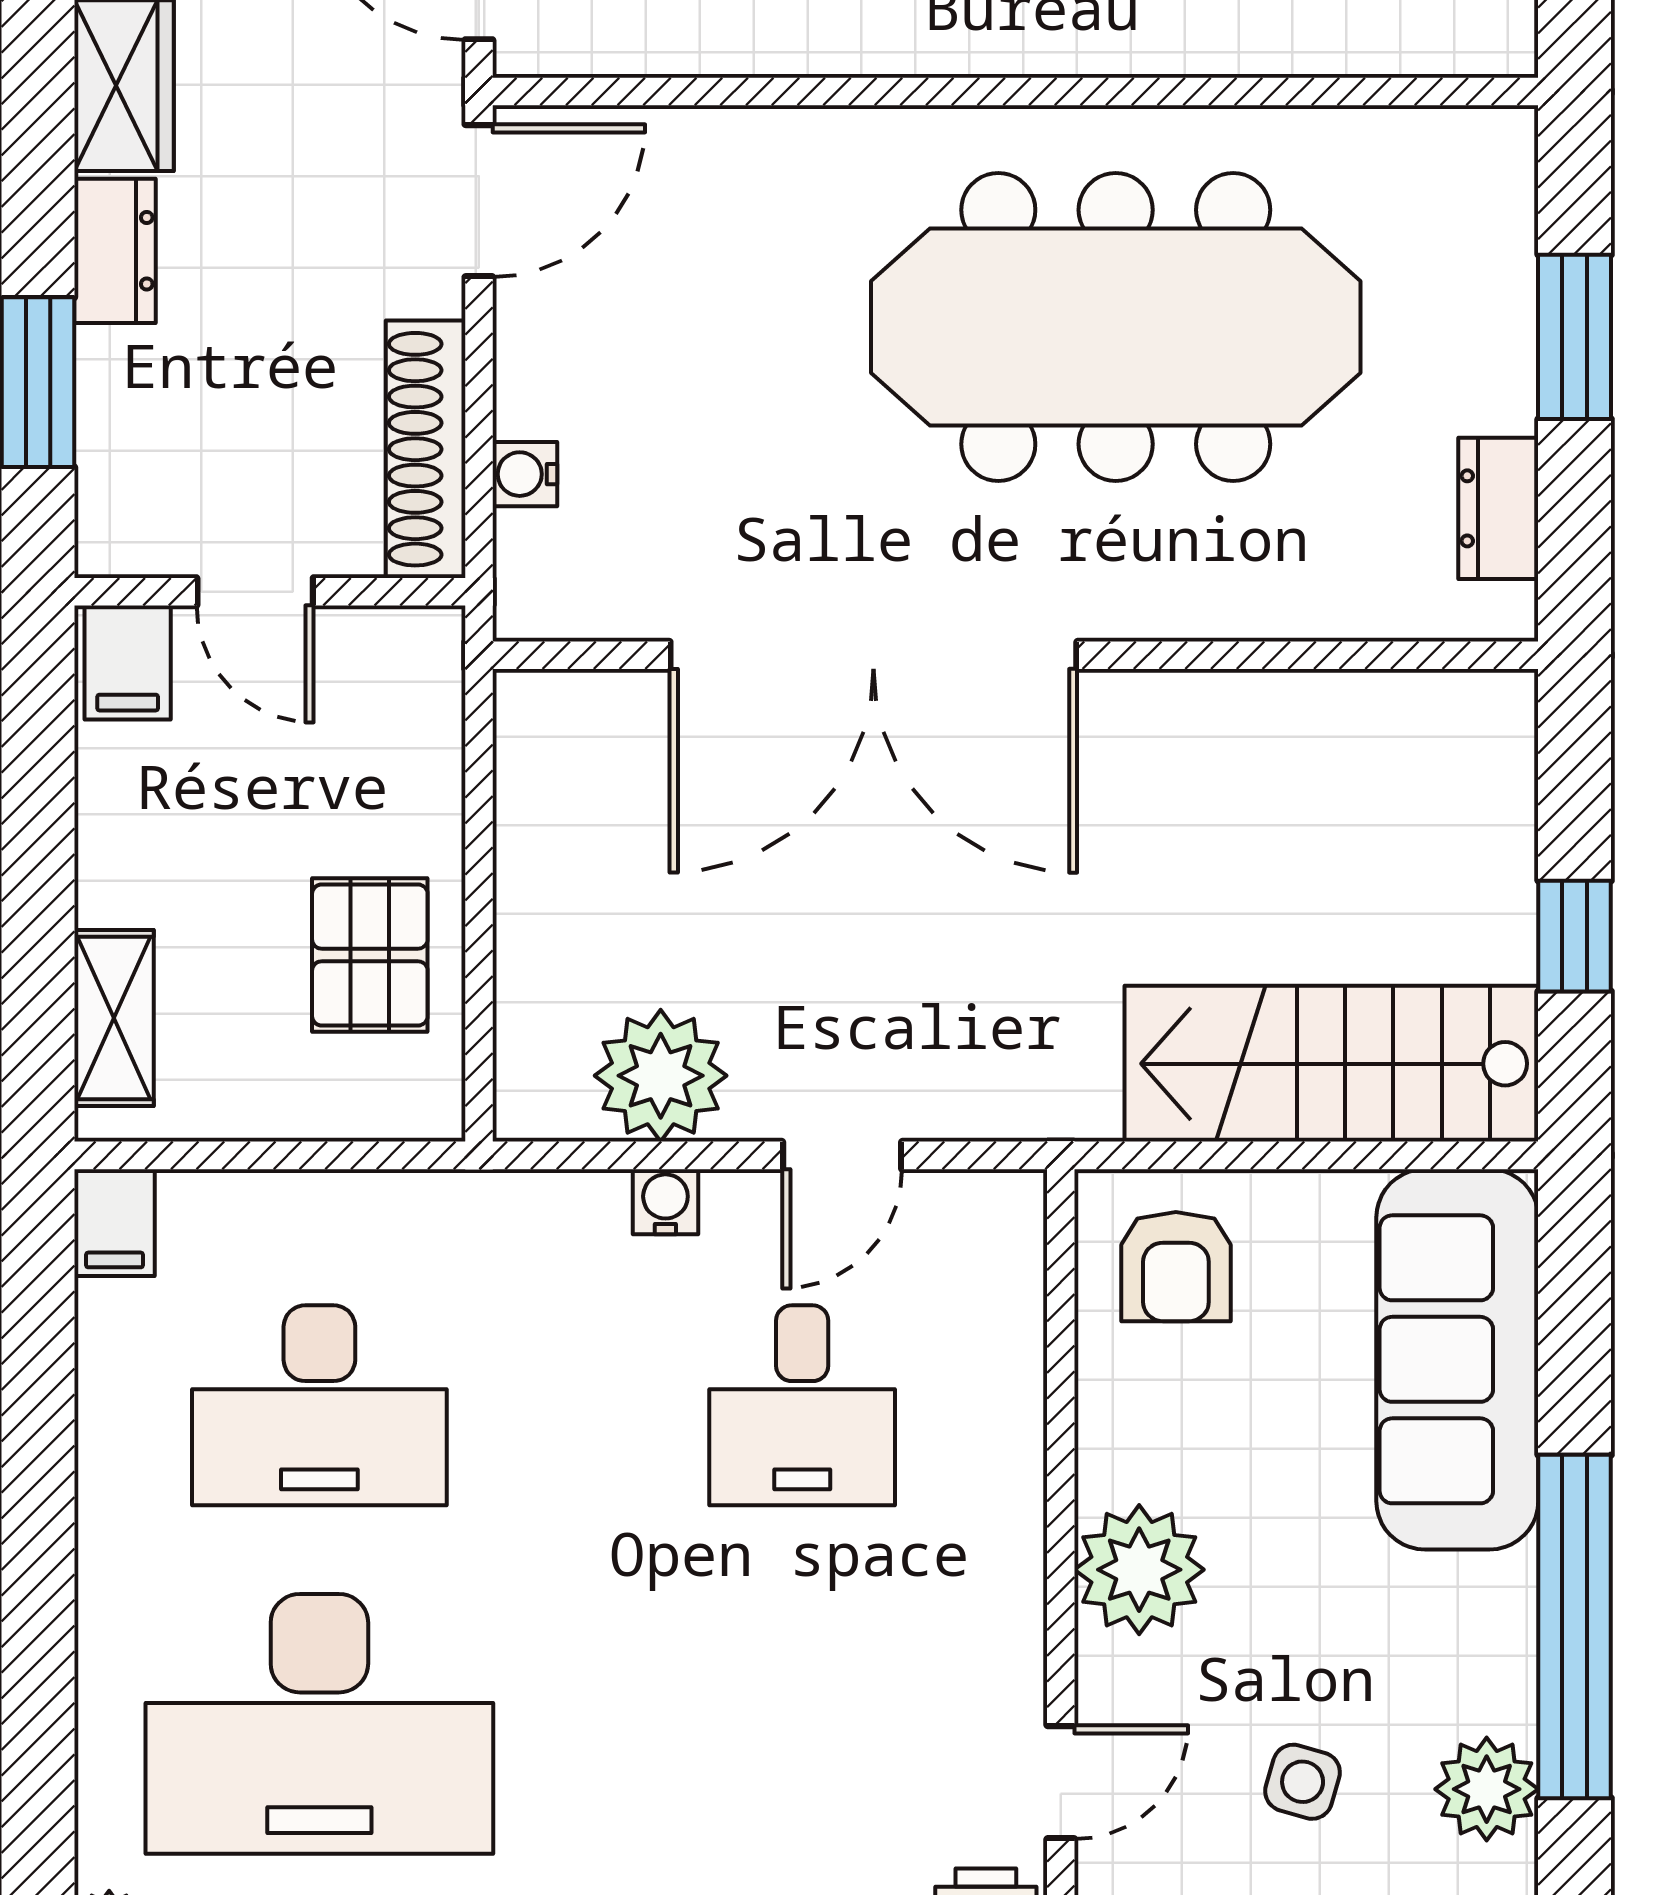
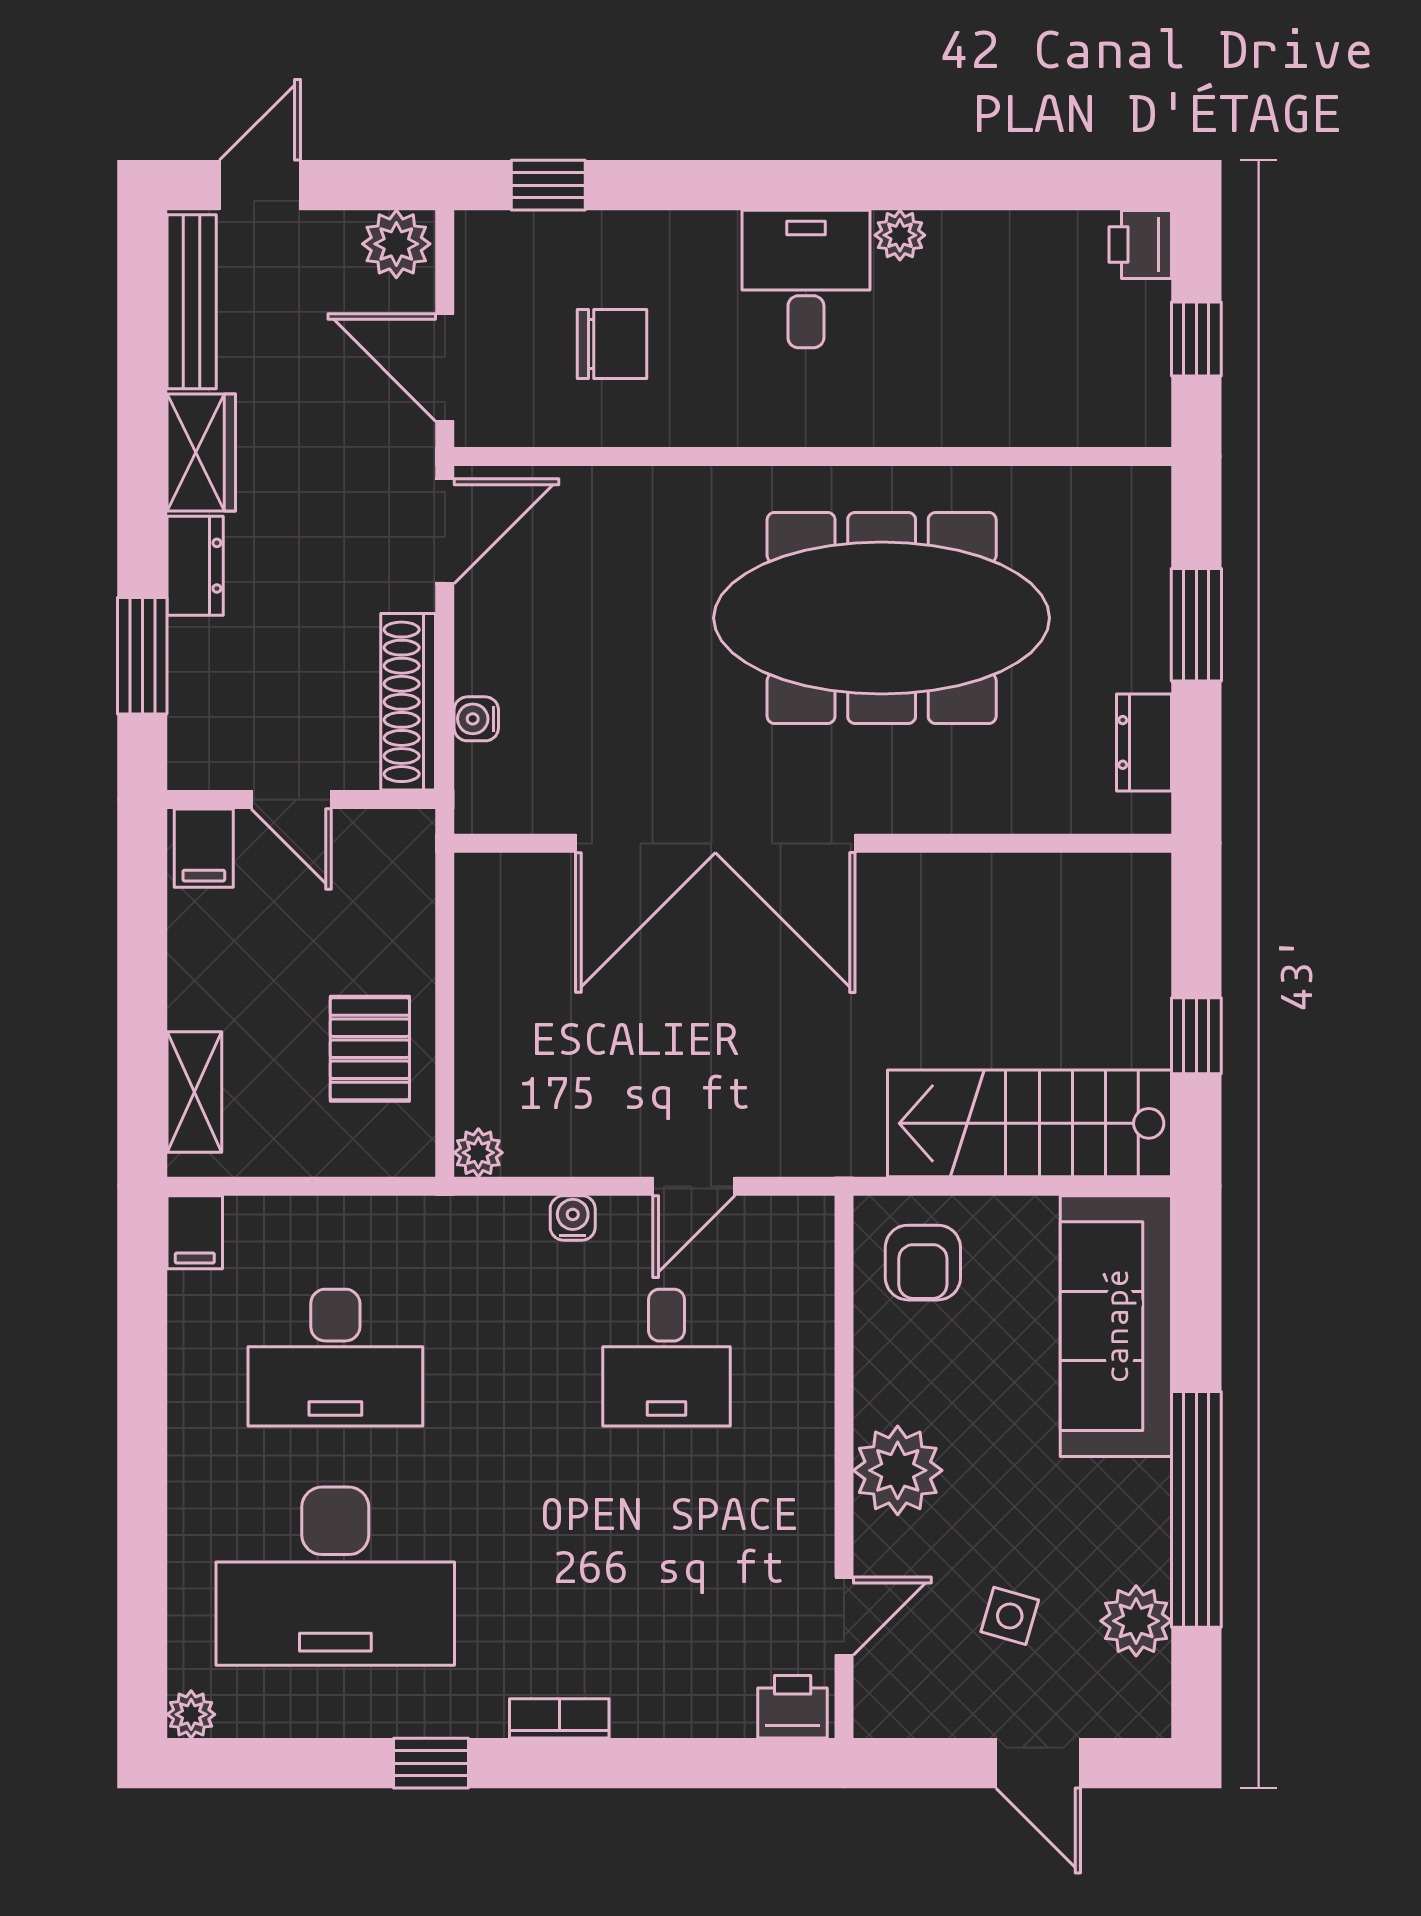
plant: (661, 1076) -> (478, 1153), moved, width x0.53, depth x0.53

